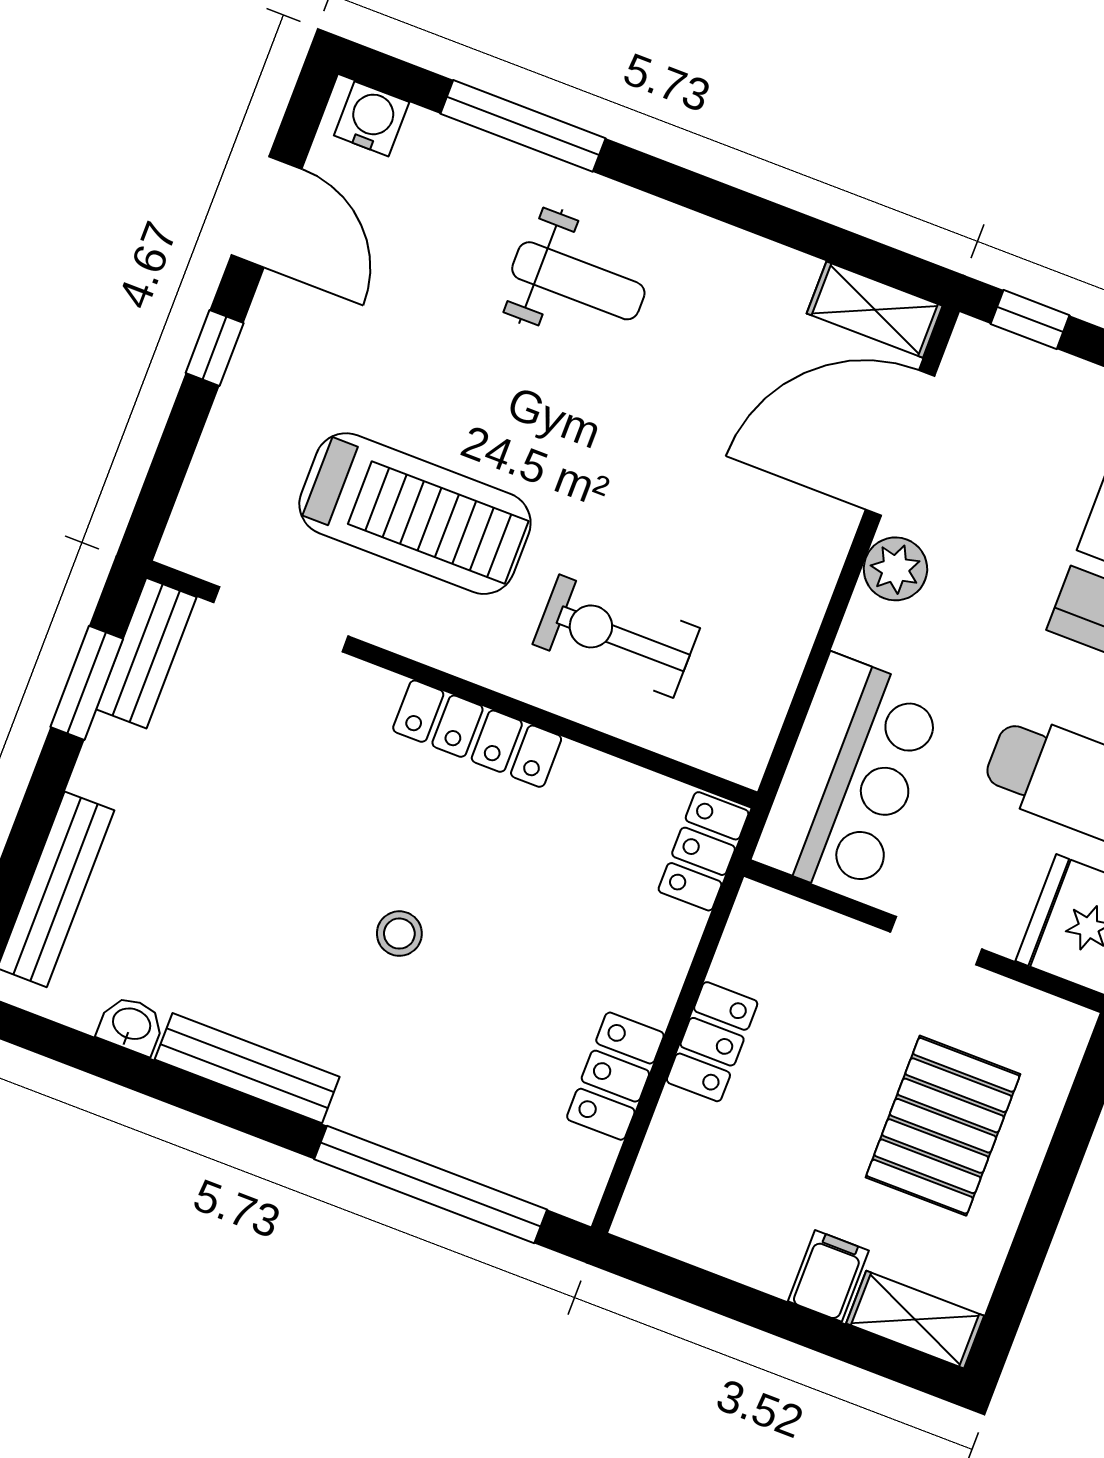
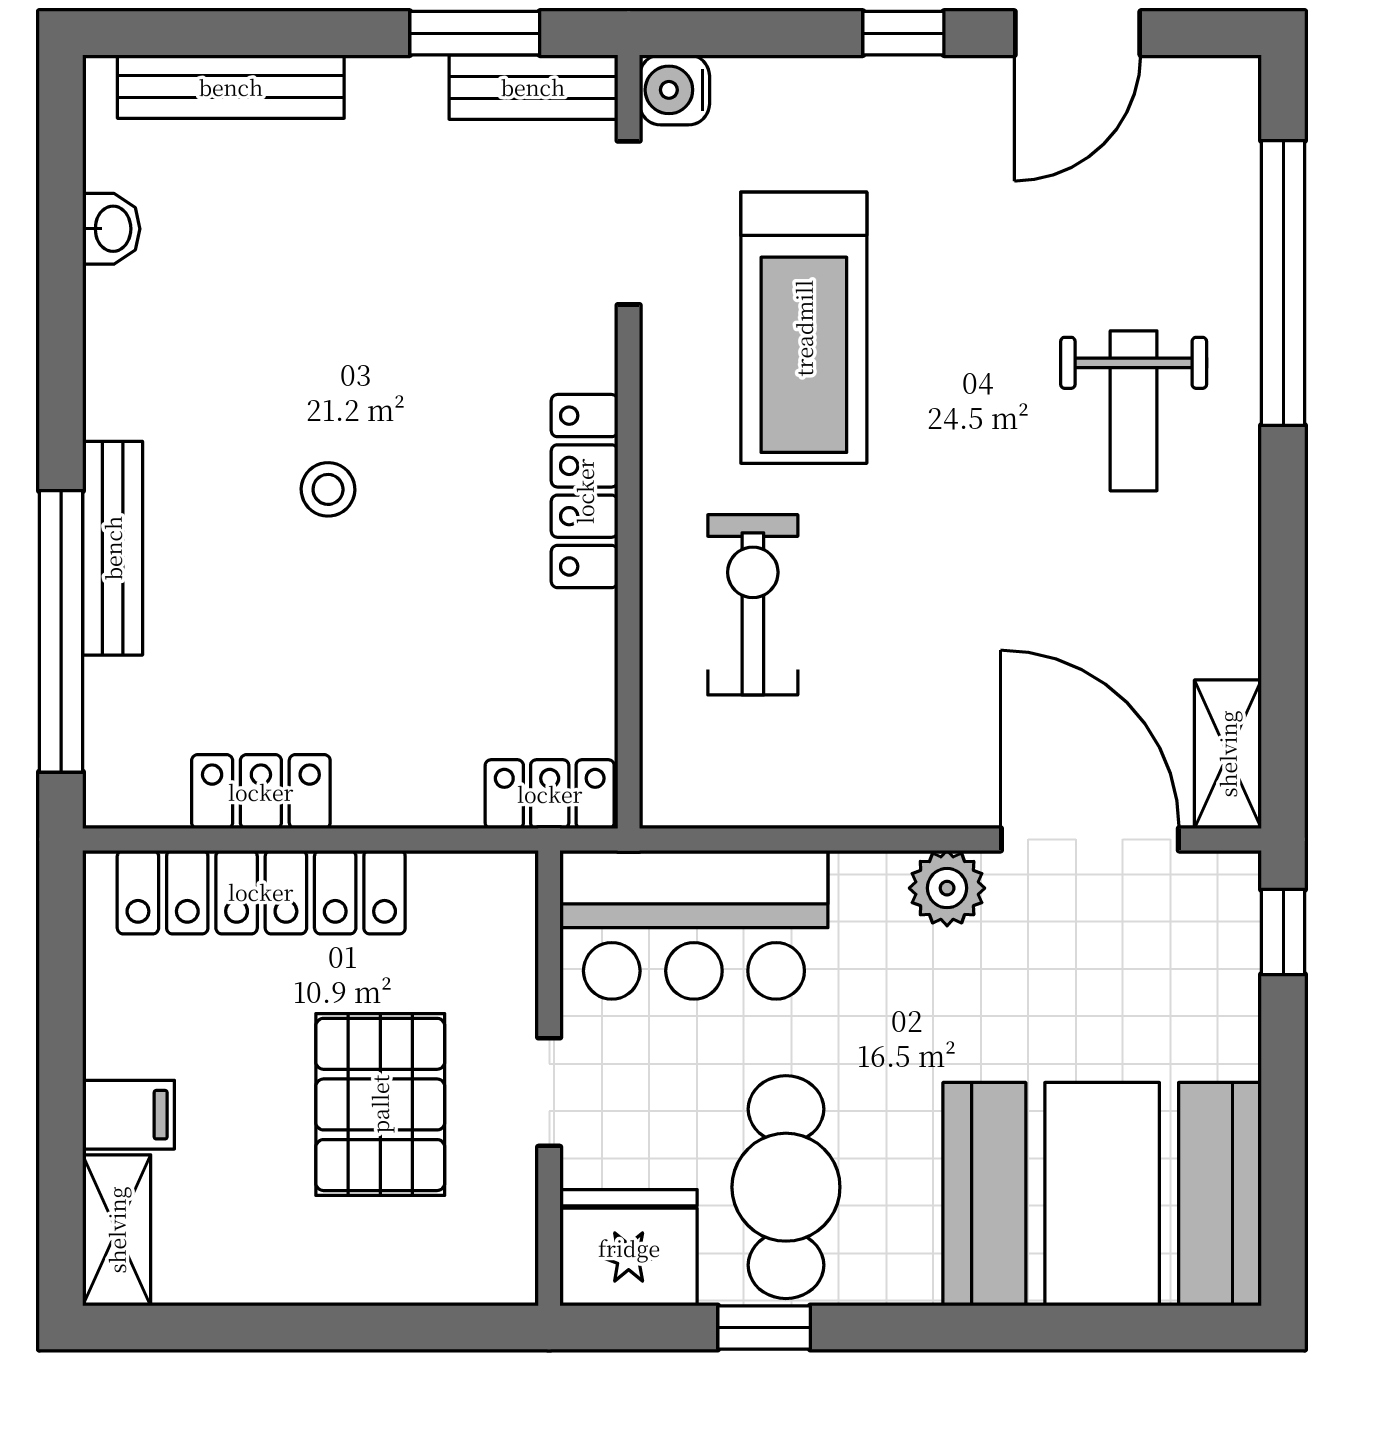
water cooler: (372, 119) -> (674, 90), moved, turned 180
window: (523, 126) -> (1283, 283), width x1.46
locker: (712, 1042) -> (261, 892), width x2.16, depth x1.21
bench: (247, 1068) -> (113, 548), moved
pallet: (943, 1126) -> (380, 1104), moved, turned 90

